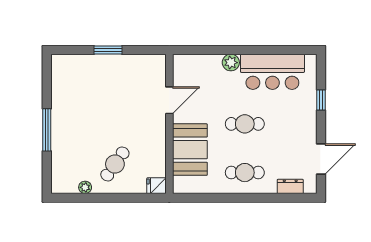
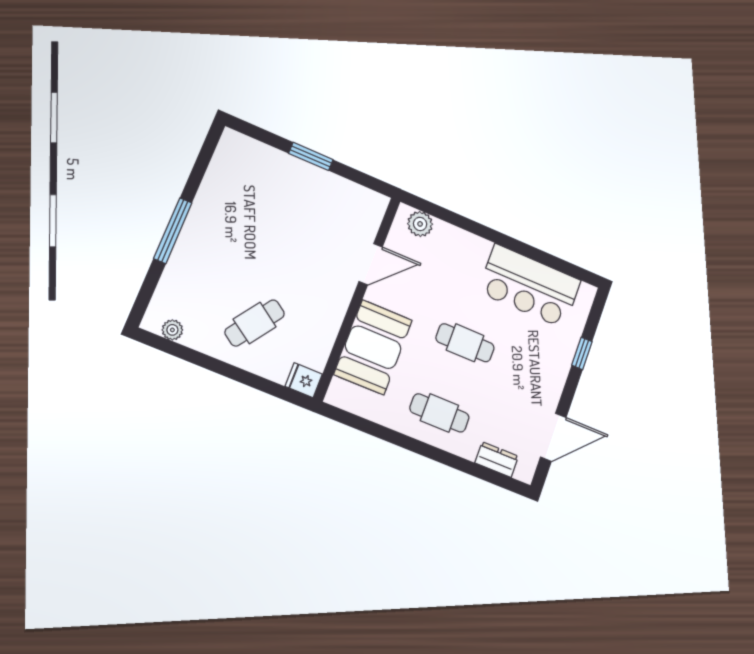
plant: (231, 63) -> (420, 224), moved
plant: (85, 187) -> (172, 330), moved

